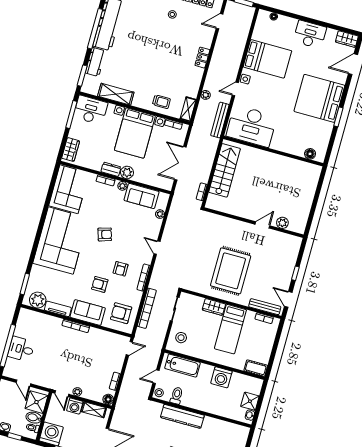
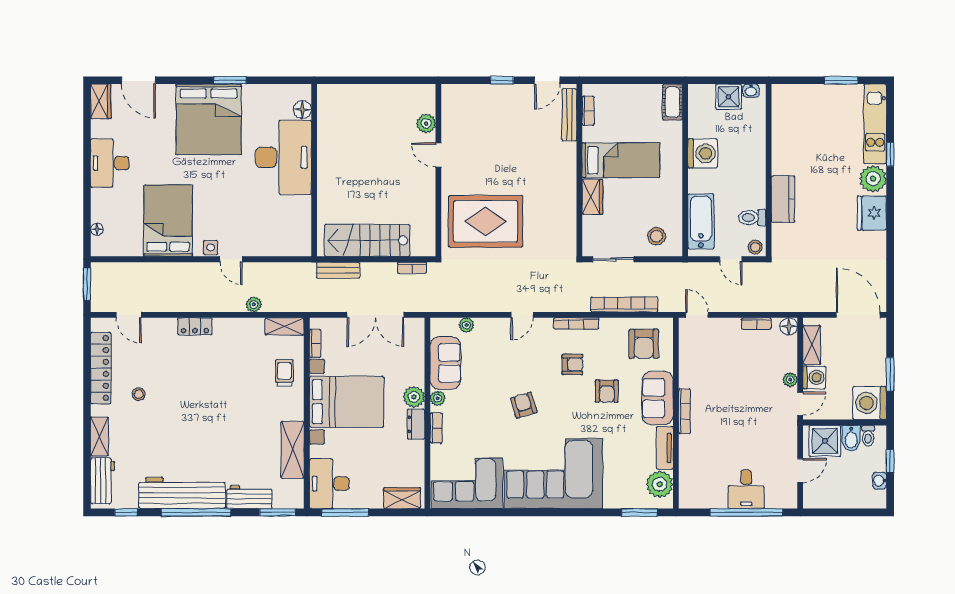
bench: (220, 120) -> (338, 270), moved, width x0.73
desk: (252, 126) -> (284, 157), moved
rug: (231, 271) -> (485, 221), moved
kitchen counter: (182, 416) -> (783, 199), width x0.67

